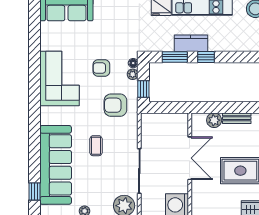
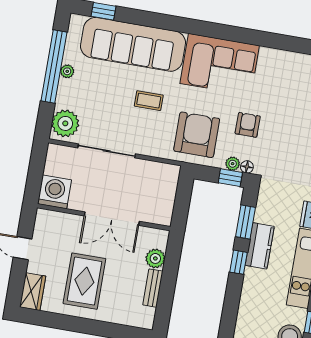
corner sofa: (60, 78) -> (220, 65), moved
window: (143, 89) -> (230, 178), moved
armchair: (115, 105) -> (197, 135), width x1.36, depth x1.36

